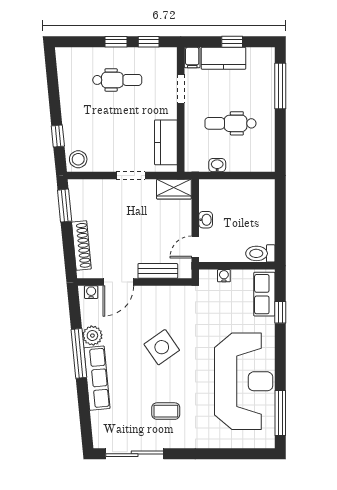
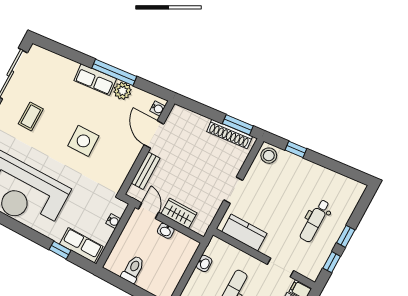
wardrobe: (174, 189) -> (179, 213), moved, turned 90
shoe rack: (81, 246) -> (230, 134), moved
toilet: (260, 253) -> (133, 269), moved
side table: (162, 347) -> (83, 141), turned 34
row of seats: (97, 378) -> (95, 80), width x0.68

